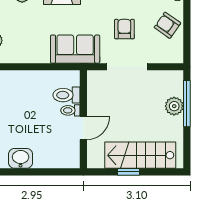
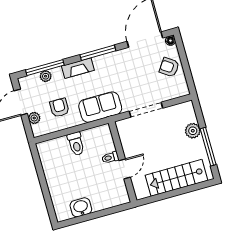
armchair: (124, 29) -> (59, 108), moved
toilet: (66, 95) -> (76, 144), moved, turned -90
window: (187, 104) -> (208, 147), moved
window: (128, 172) -> (171, 194), removed

